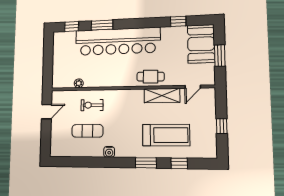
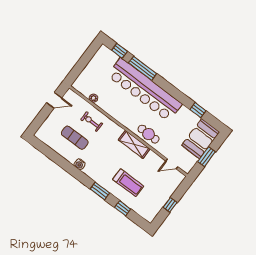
window: (102, 25) -> (143, 68), width x1.44
shelving: (162, 96) -> (134, 144), moved
treadmill: (166, 135) -> (128, 183), width x0.73, depth x0.73

